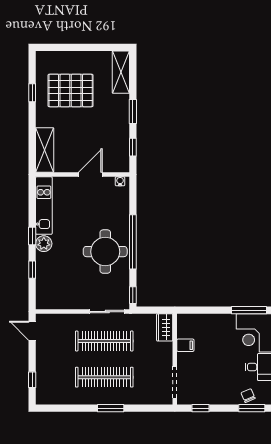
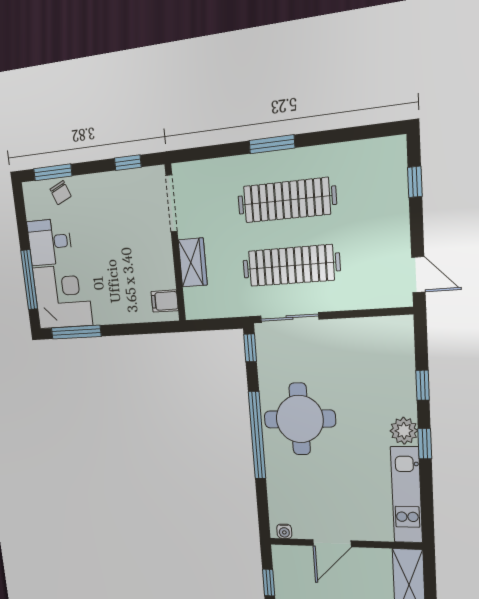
wardrobe: (165, 327) -> (193, 262), moved
filing cabinet: (185, 345) -> (165, 301), moved

